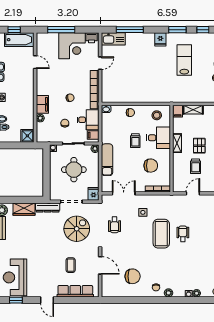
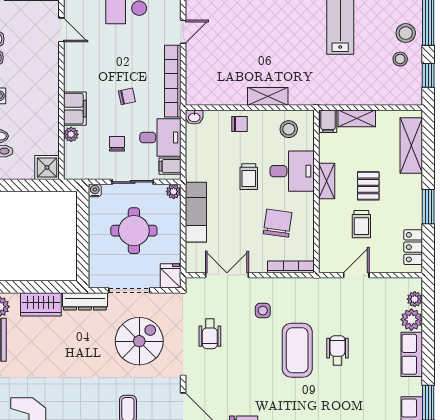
shelving: (145, 98) -> (268, 96), added
chair: (151, 166) -> (278, 223), turned -82

